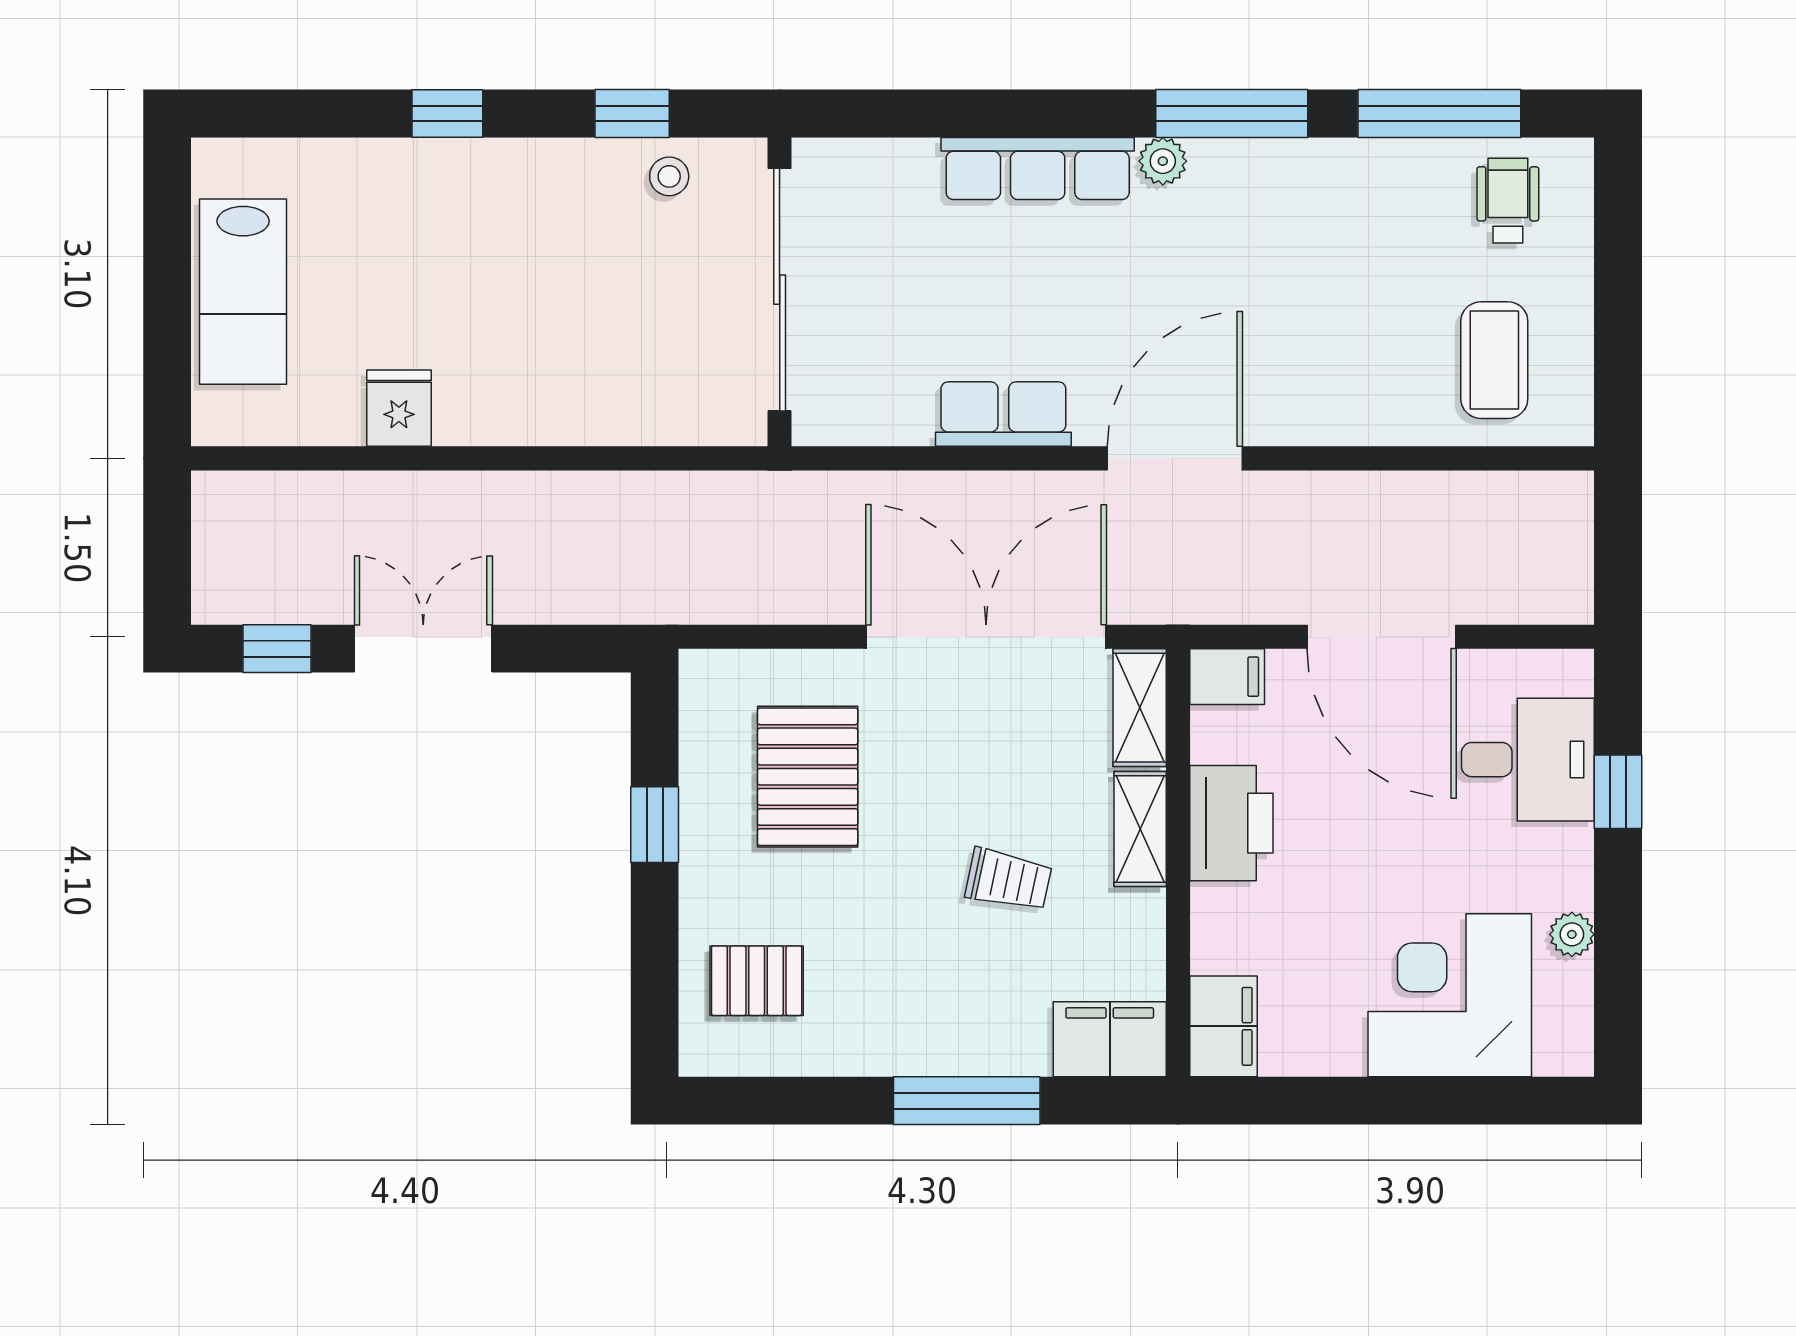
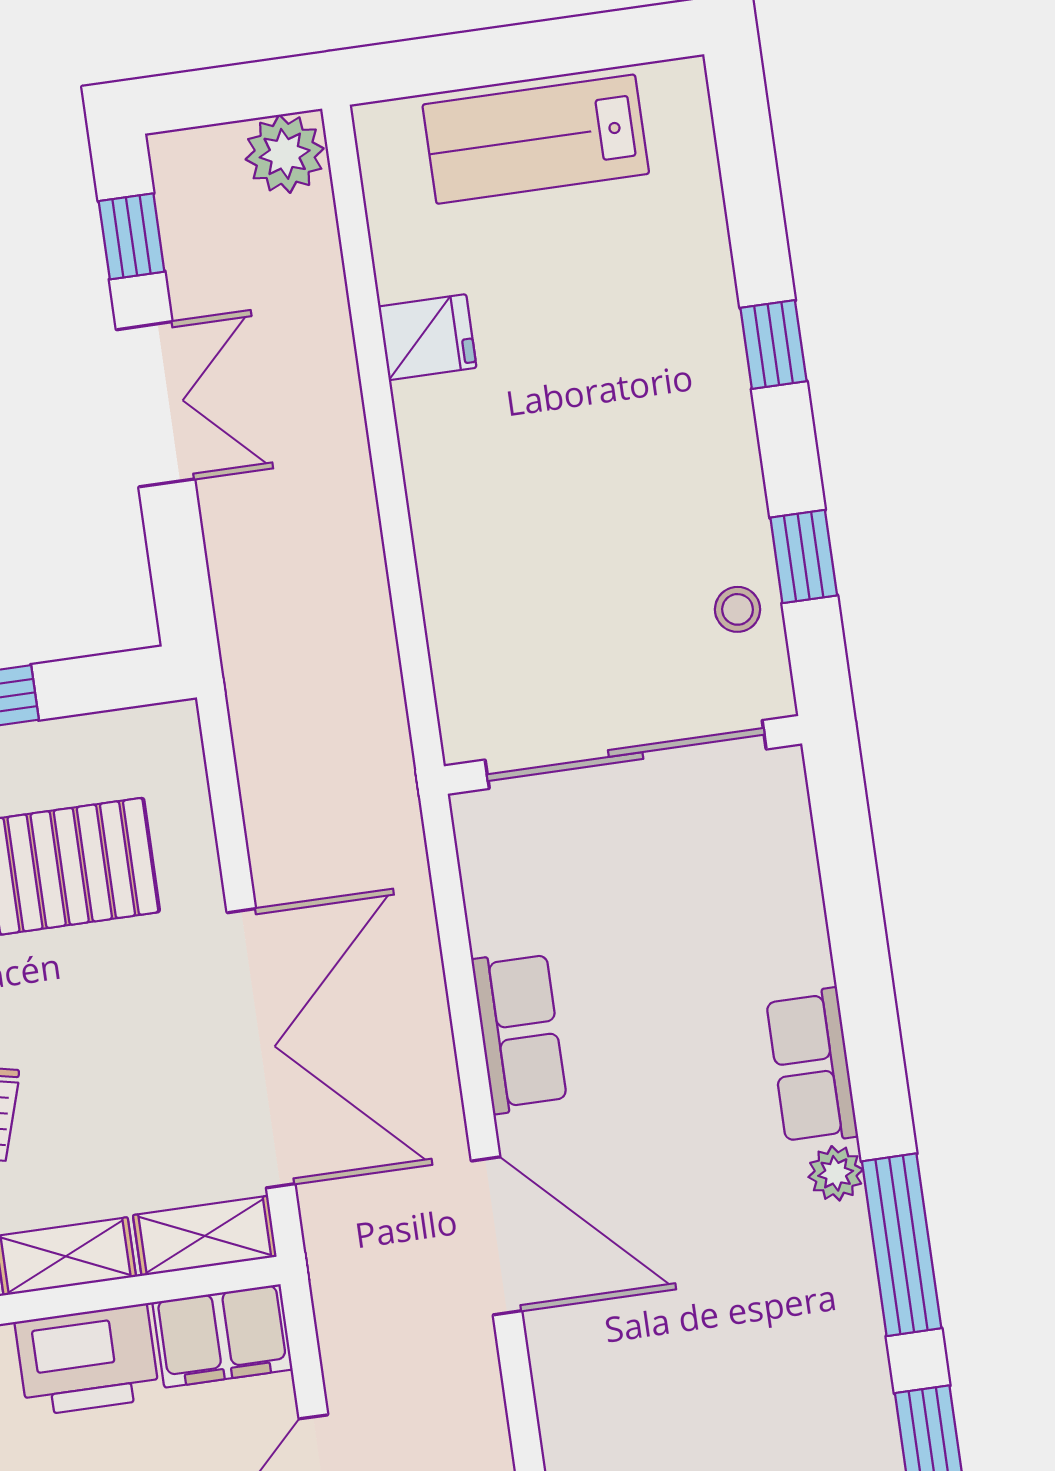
row of seats: (1038, 169) -> (812, 1067), width x0.68
plant: (225, 508) -> (285, 154), added
filing cabinet: (1227, 677) -> (223, 1336), width x2.00

